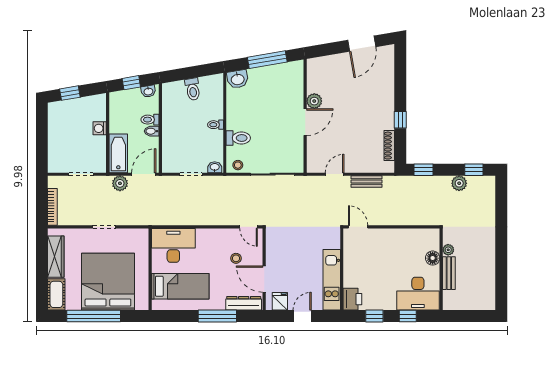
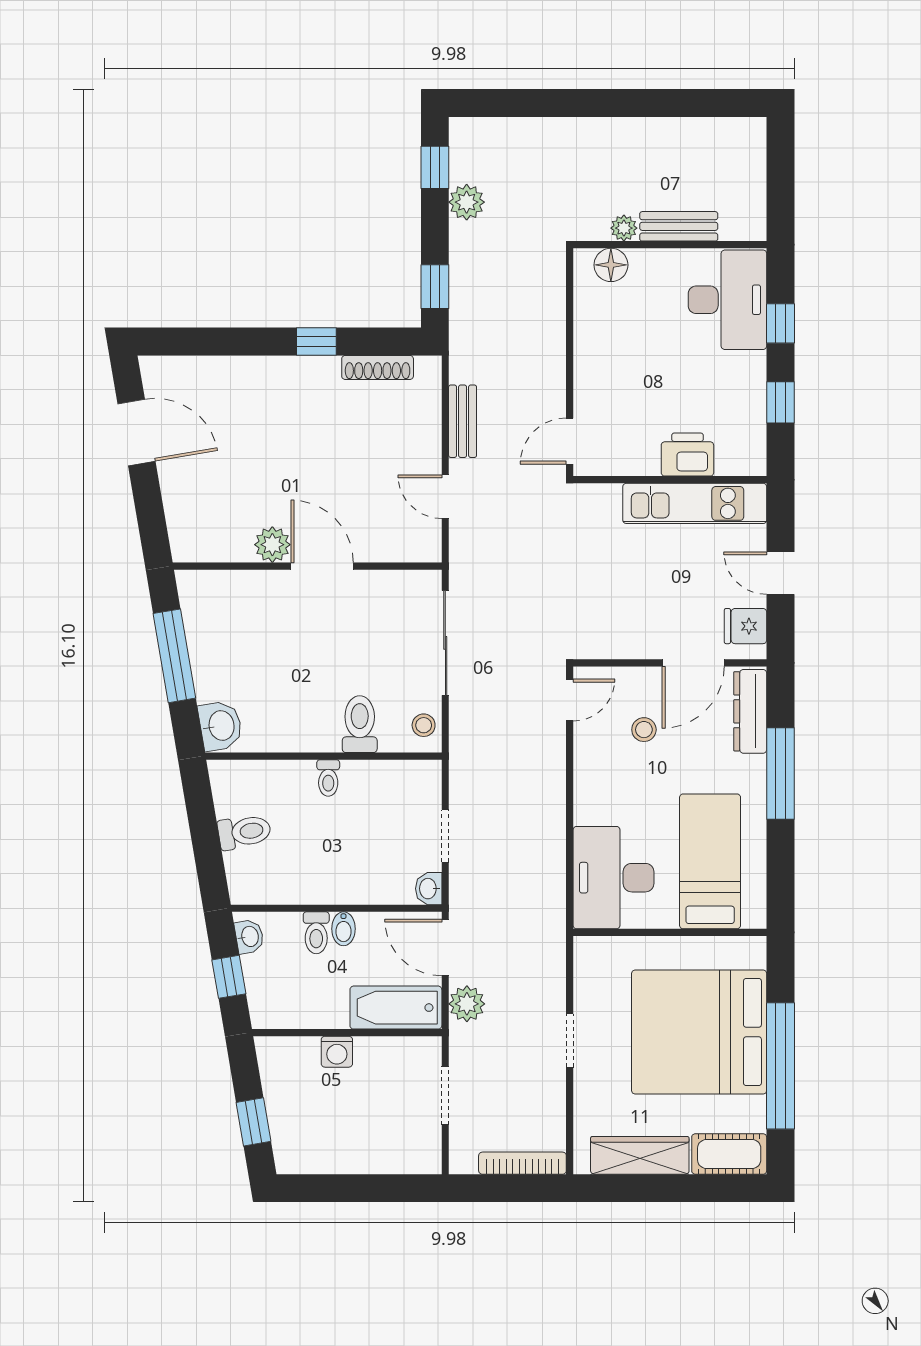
washbasin: (215, 167) -> (429, 889), moved
floor lamp: (433, 258) -> (611, 265), moved
printer: (352, 299) -> (687, 455), moved

